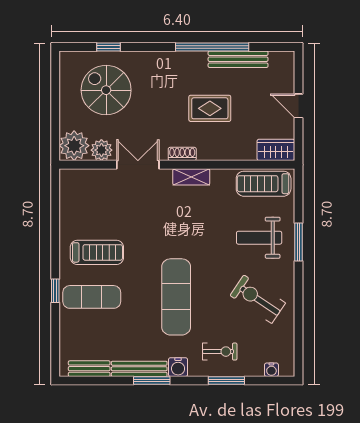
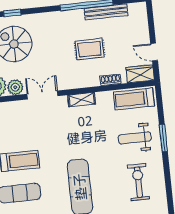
door: (298, 106) -> (154, 52), moved
shoe rack: (182, 154) -> (110, 80), moved
exercise bike: (258, 299) -> (138, 182), turned 56

